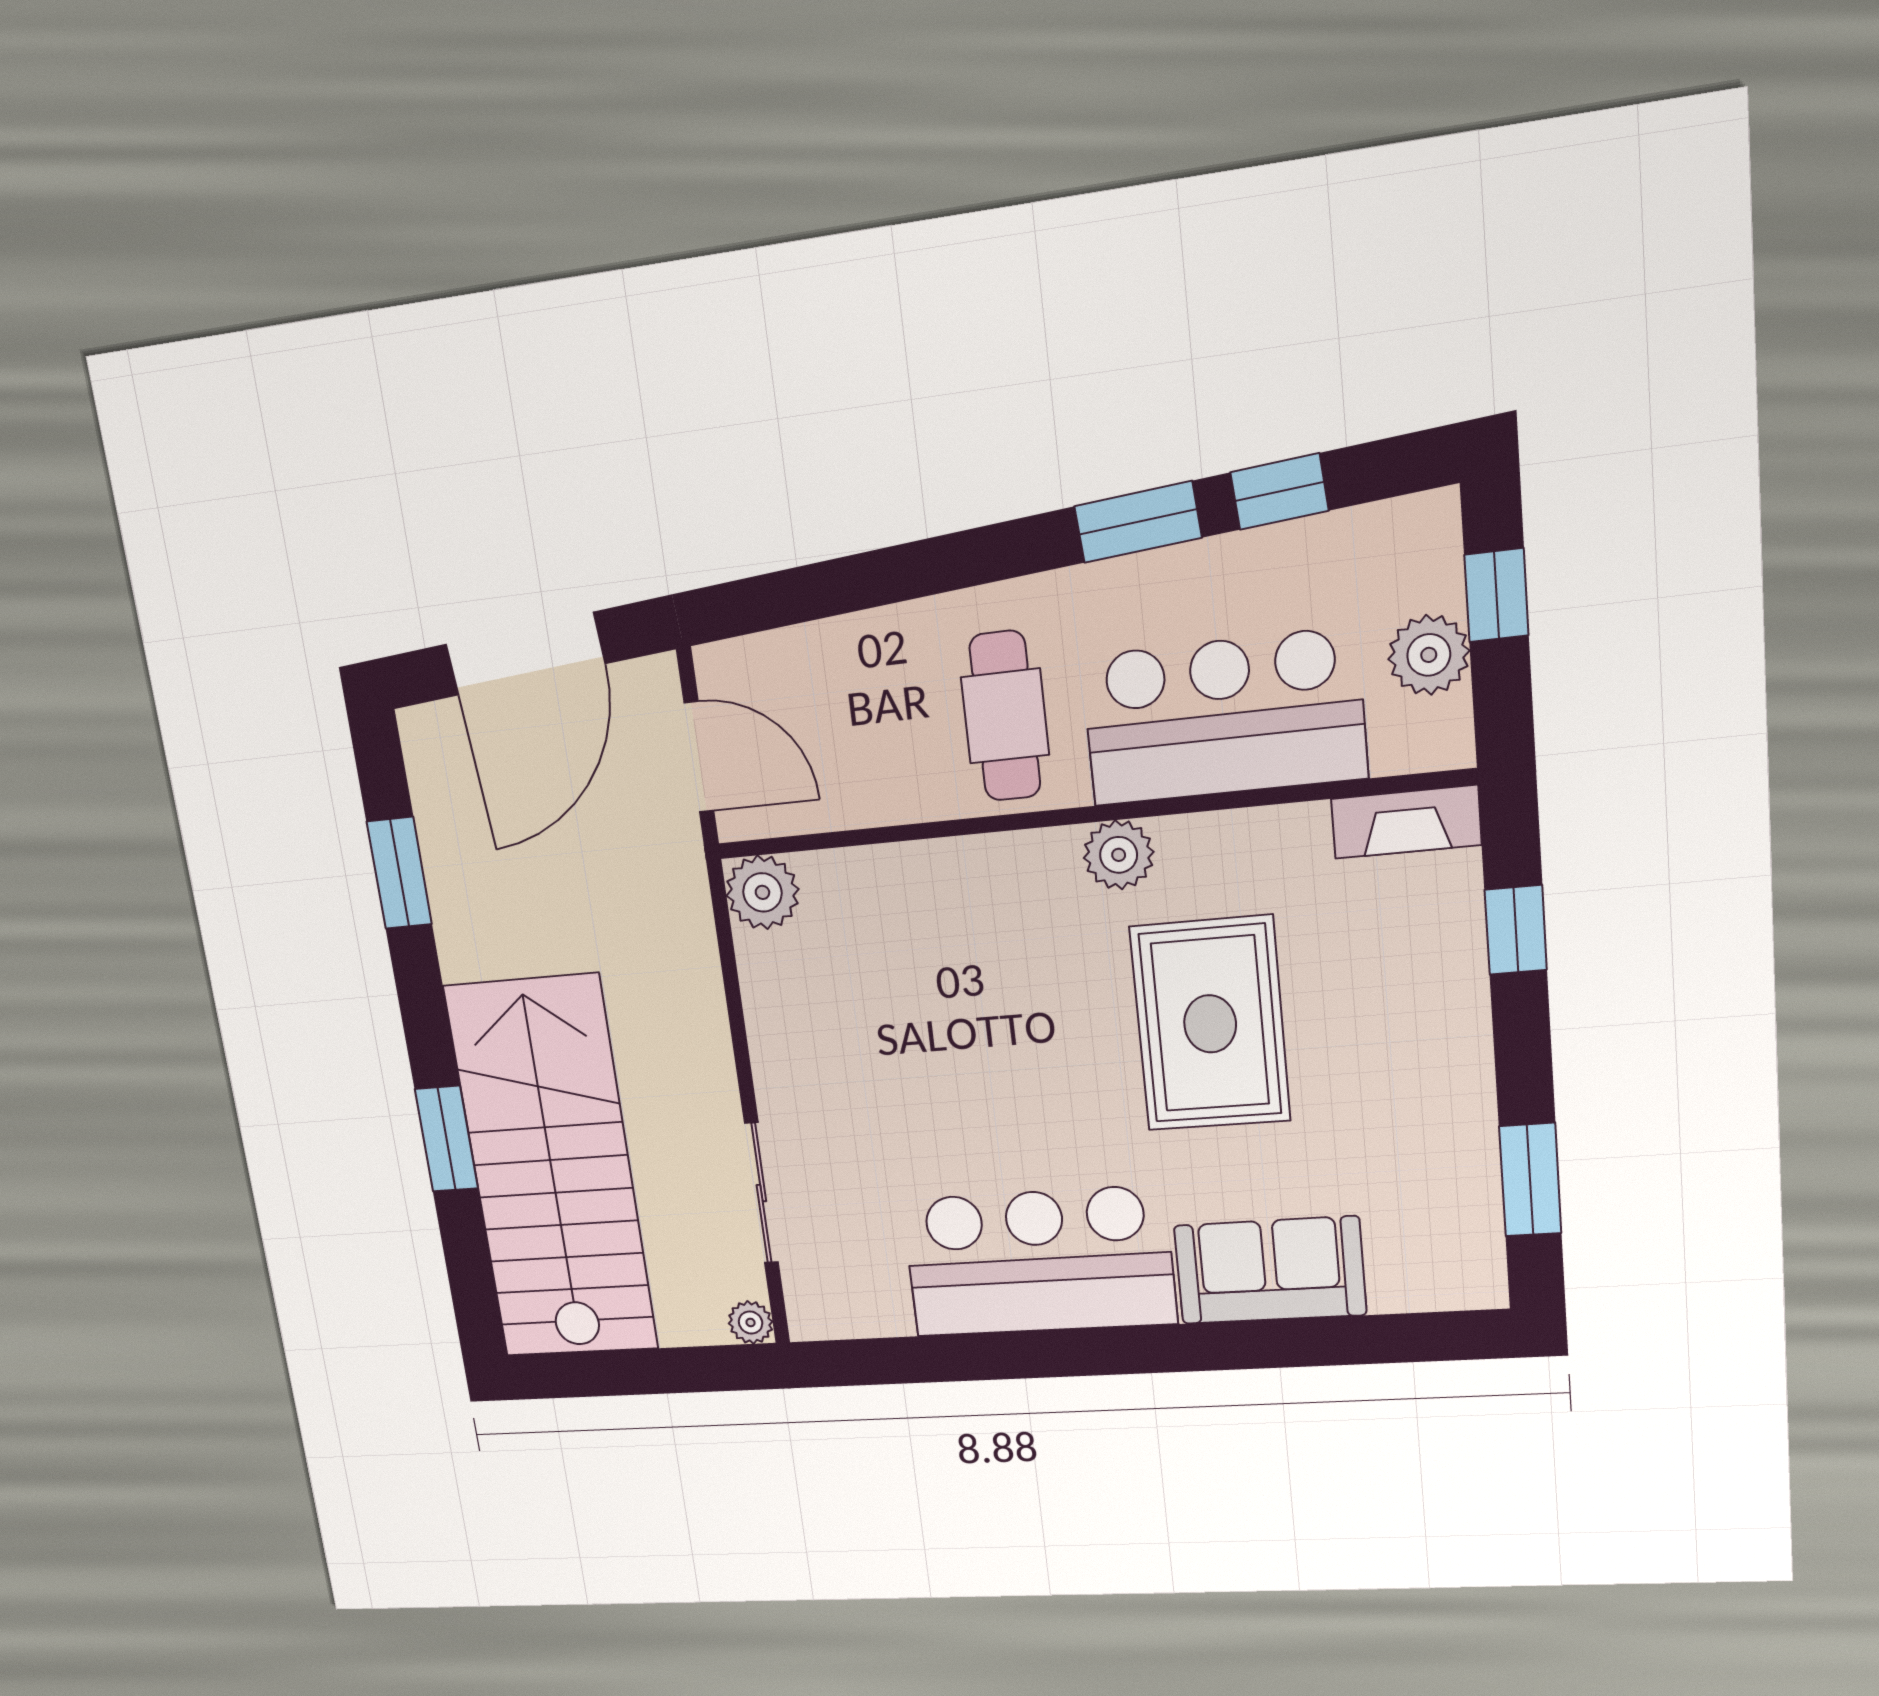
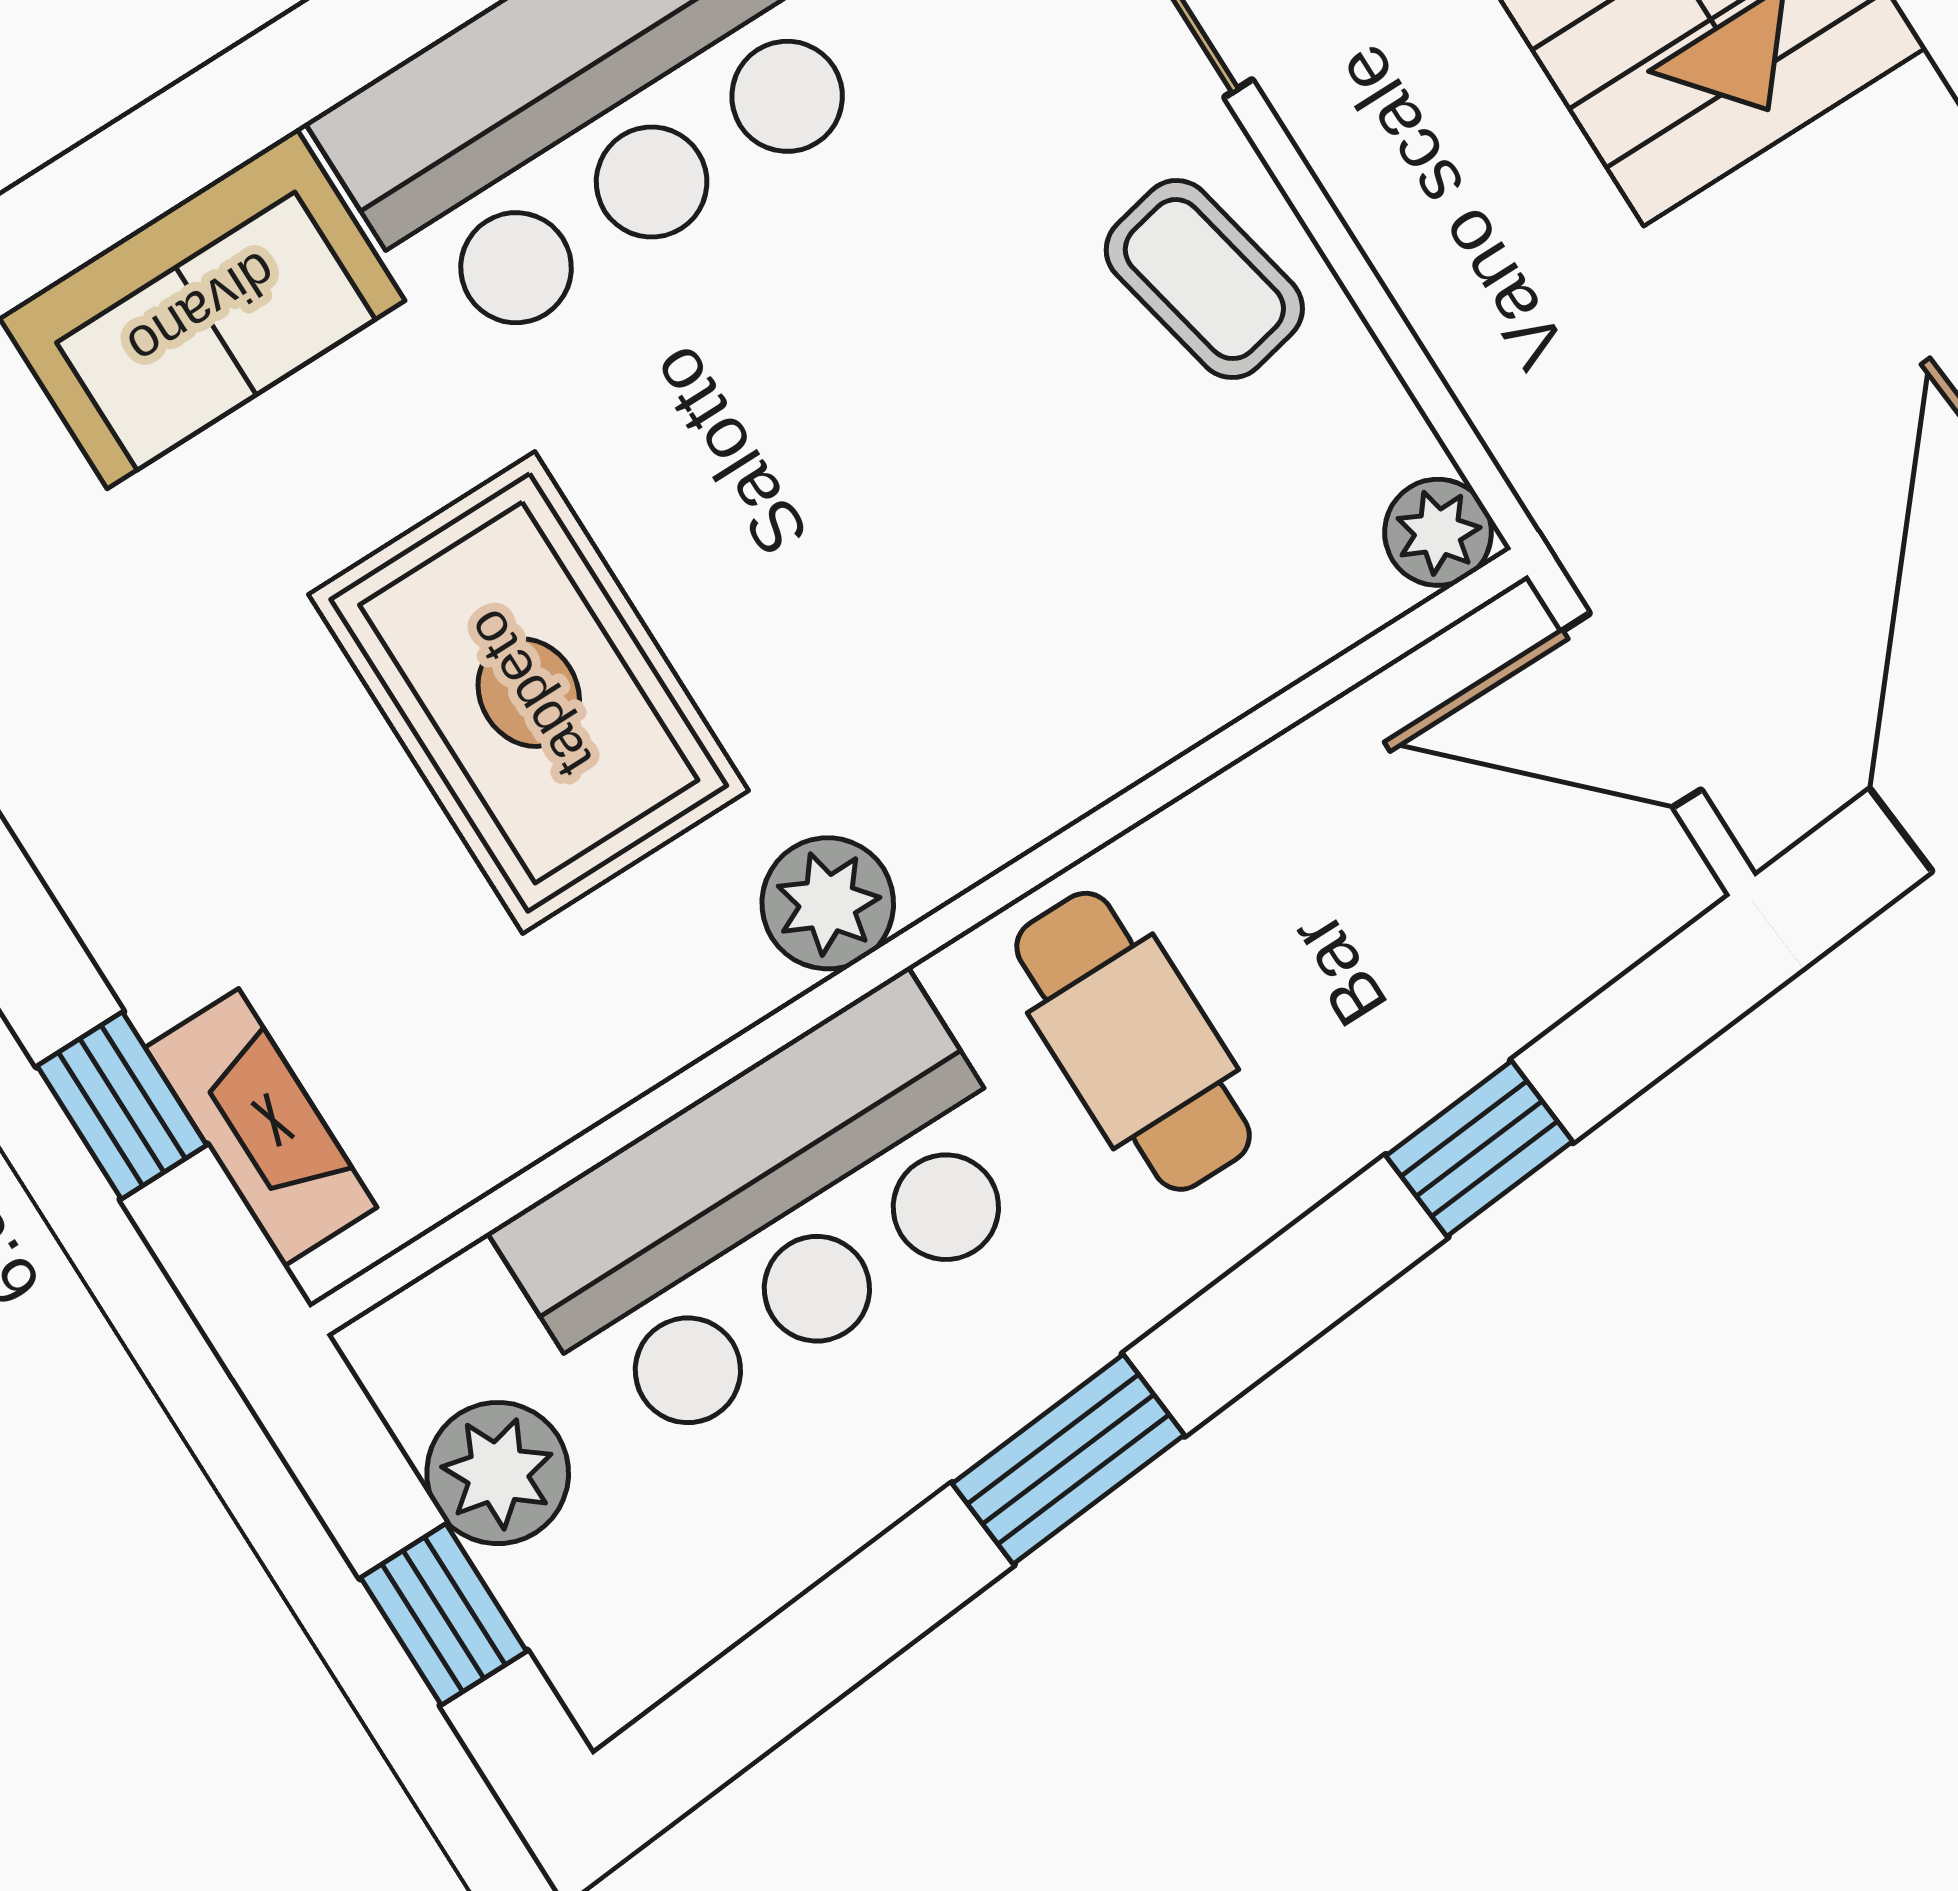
window: (1279, 491) -> (1479, 1149), moved
fireplace: (1406, 822) -> (261, 1127), moved, turned 90
plant: (762, 892) -> (1438, 532), width x0.73, depth x0.73
coffee table: (805, 1049) -> (1204, 279), added

